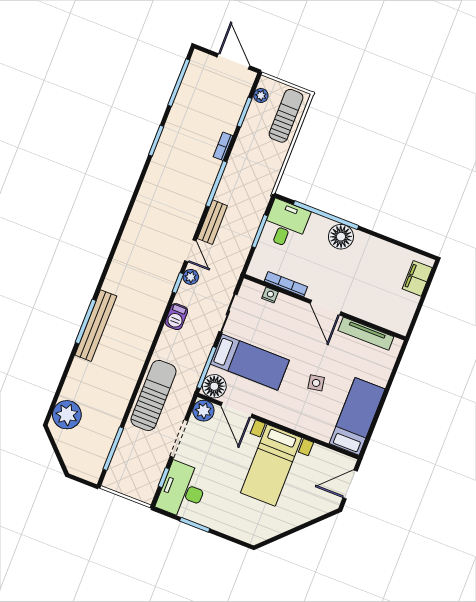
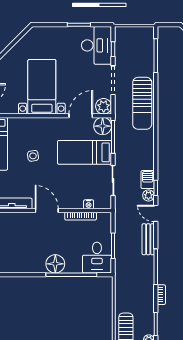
barbecue: (176, 317) -> (148, 180), moved
door: (236, 410) -> (81, 116), hinge flipped

